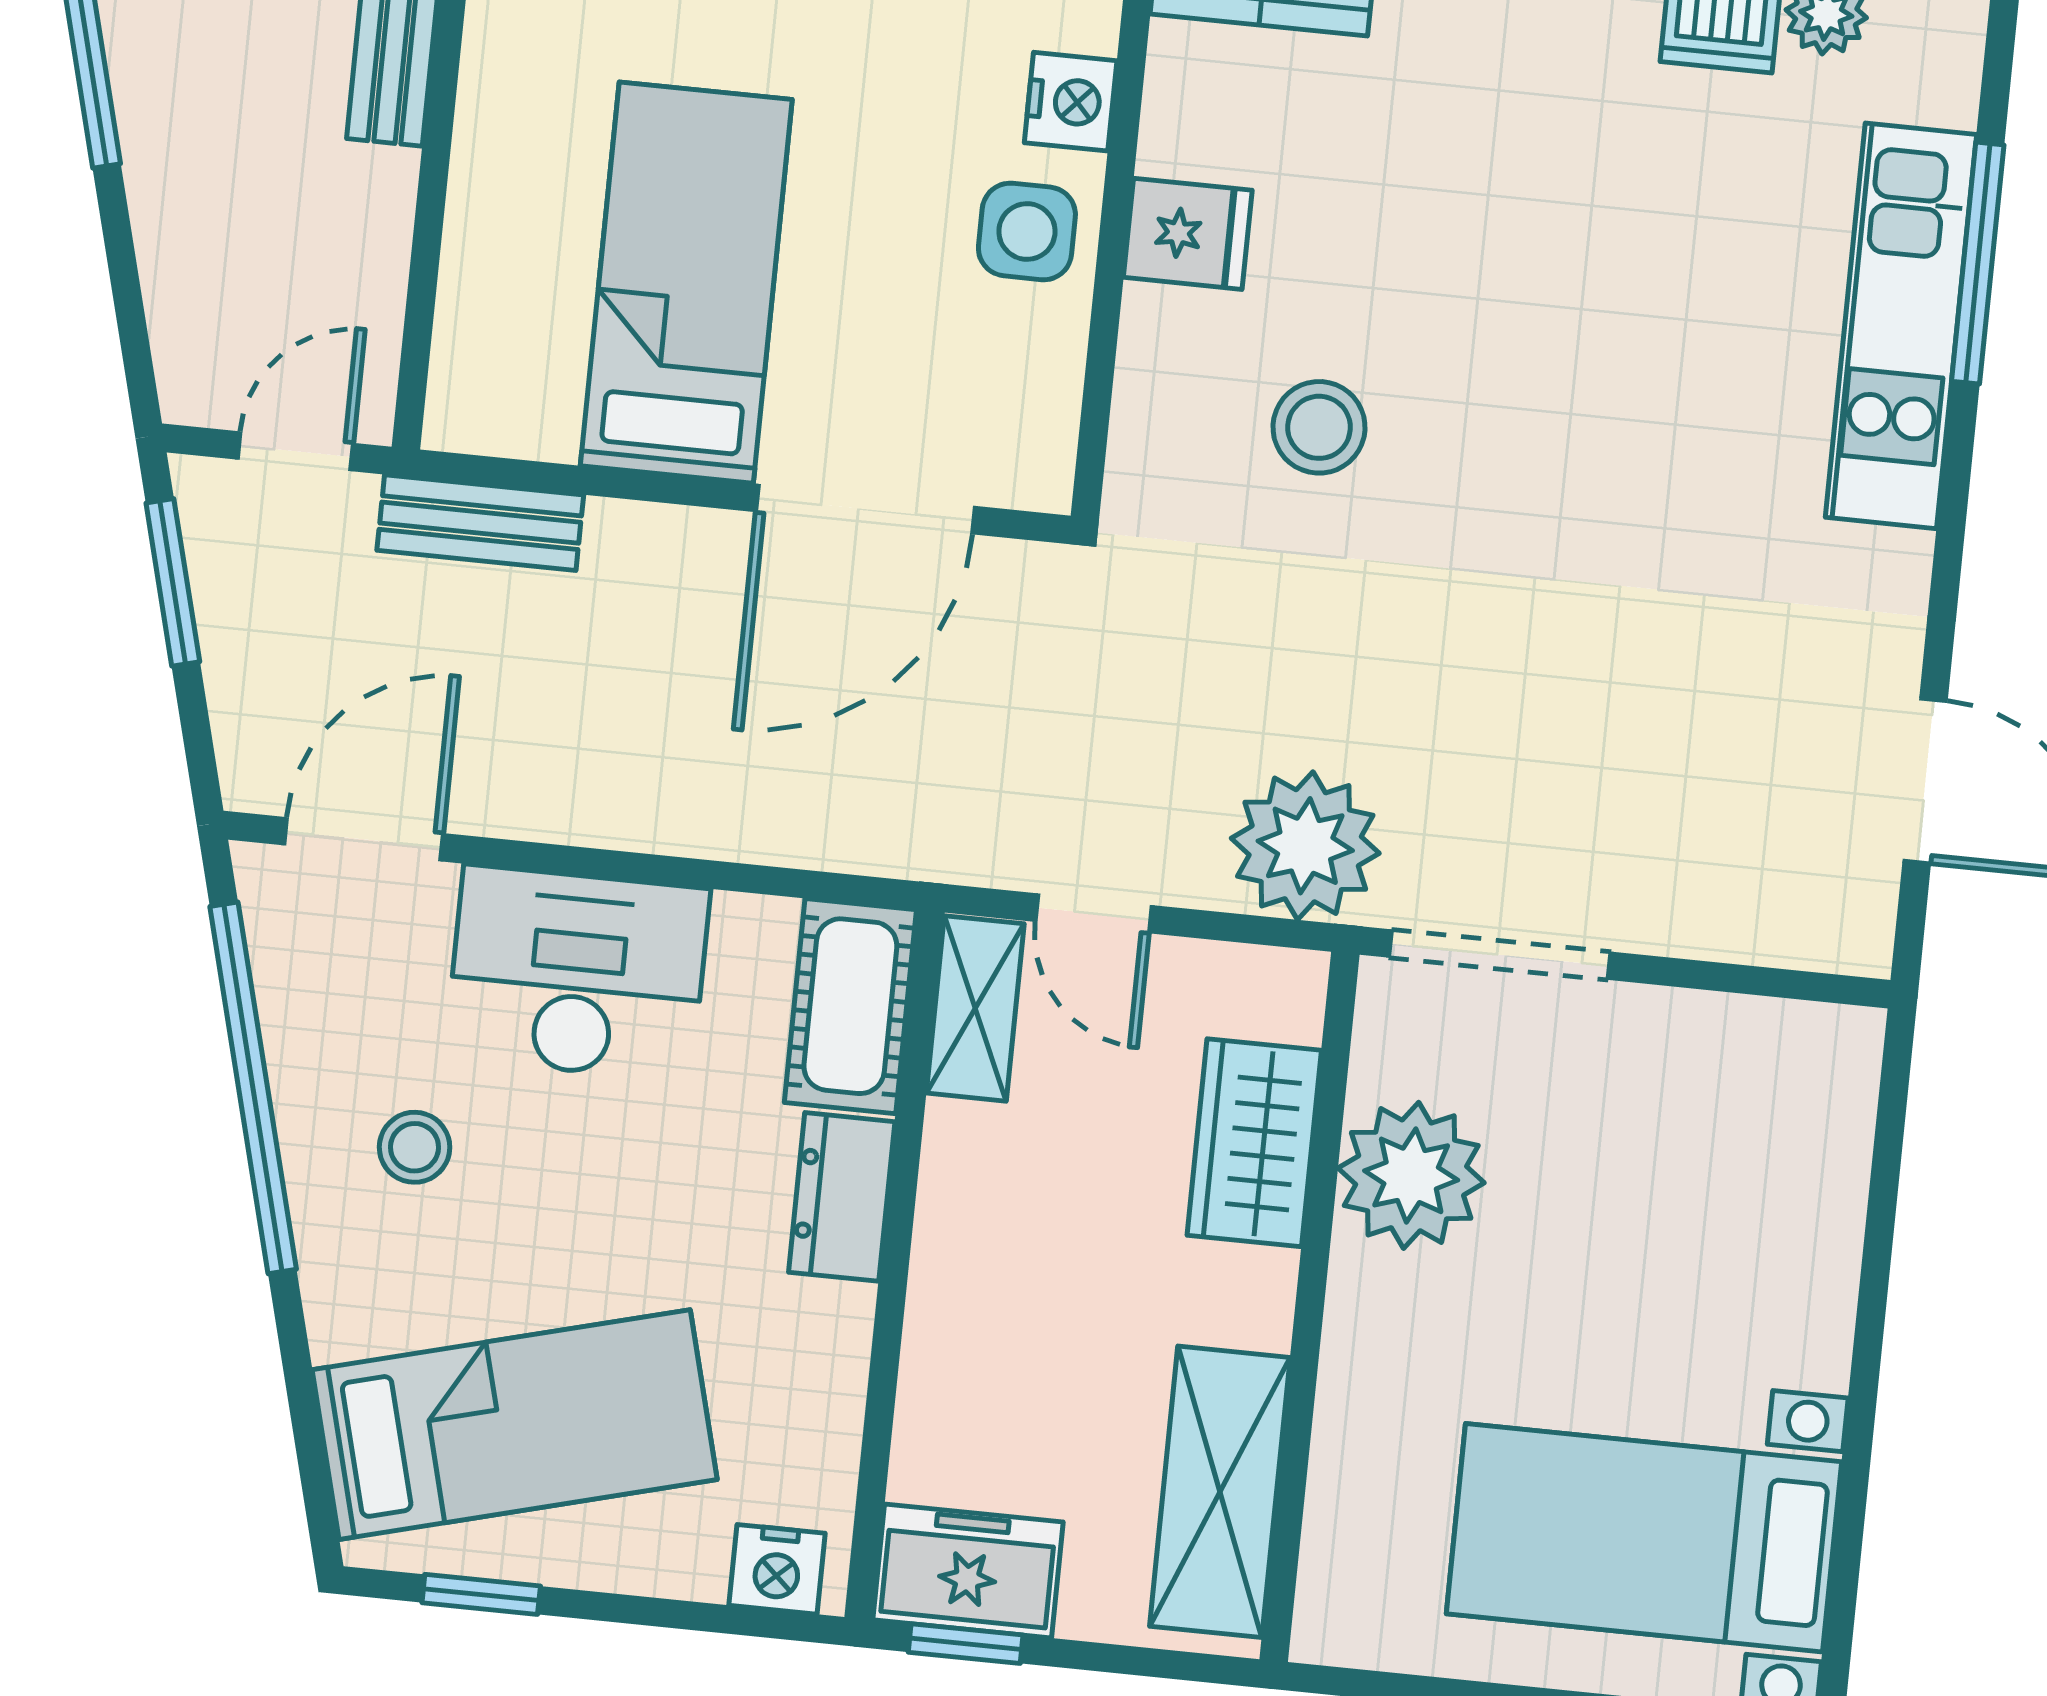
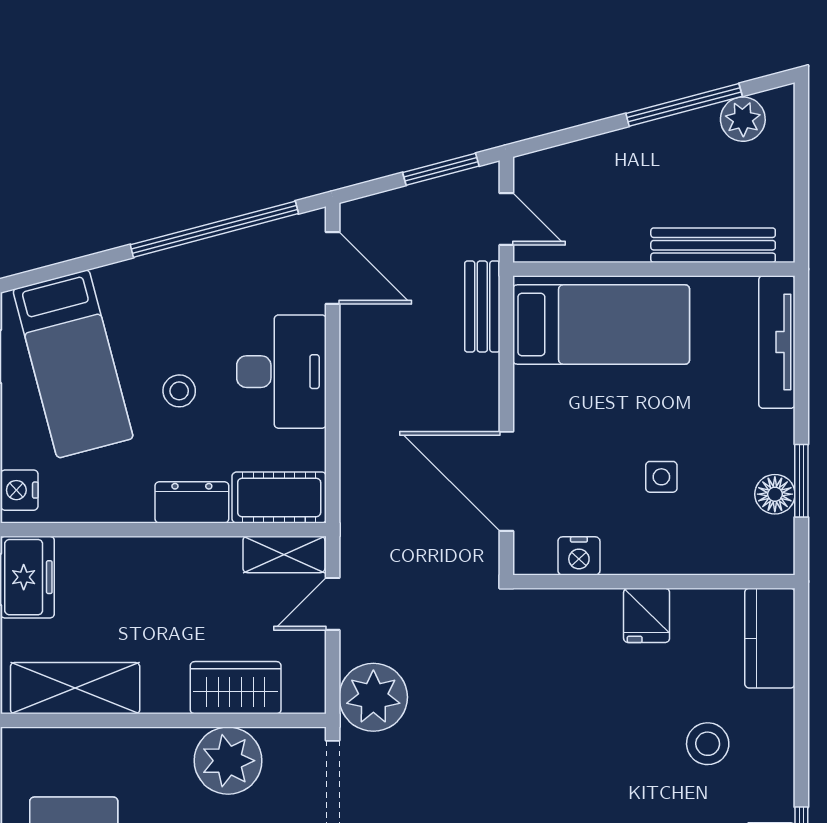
nightstand: (1071, 102) -> (579, 556), moved
side table: (1027, 231) -> (661, 477), moved, width x0.73, depth x0.73
bed: (686, 283) -> (601, 325), moved
stool: (1319, 427) -> (708, 744), moved
stool: (415, 1147) -> (179, 391), moved

